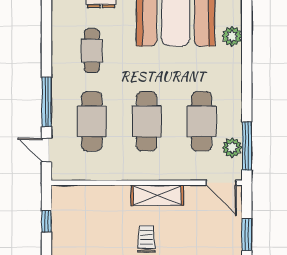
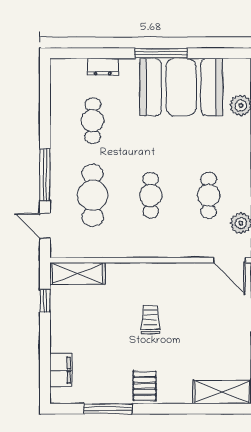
cafe table: (147, 121) -> (151, 195), width x0.73, depth x0.74
cafe table: (202, 121) -> (209, 195), width x0.73, depth x0.74
shelving: (157, 195) -> (77, 273), moved

